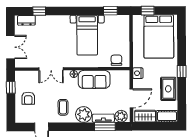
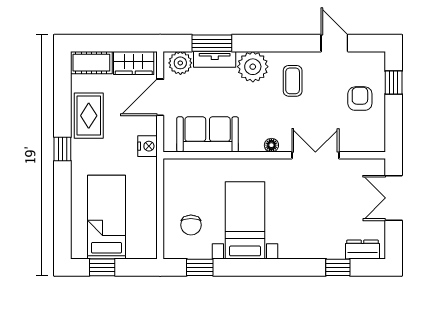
window: (148, 11) -> (102, 267), moved
bed: (159, 36) -> (107, 217), width x0.67
chair: (116, 60) -> (191, 225), moved
sofa: (94, 79) -> (208, 134), moved
window: (11, 87) -> (394, 82), moved

